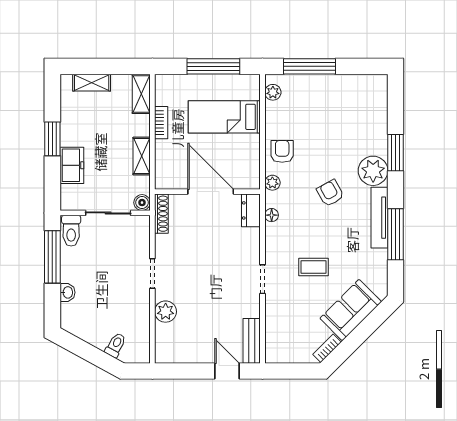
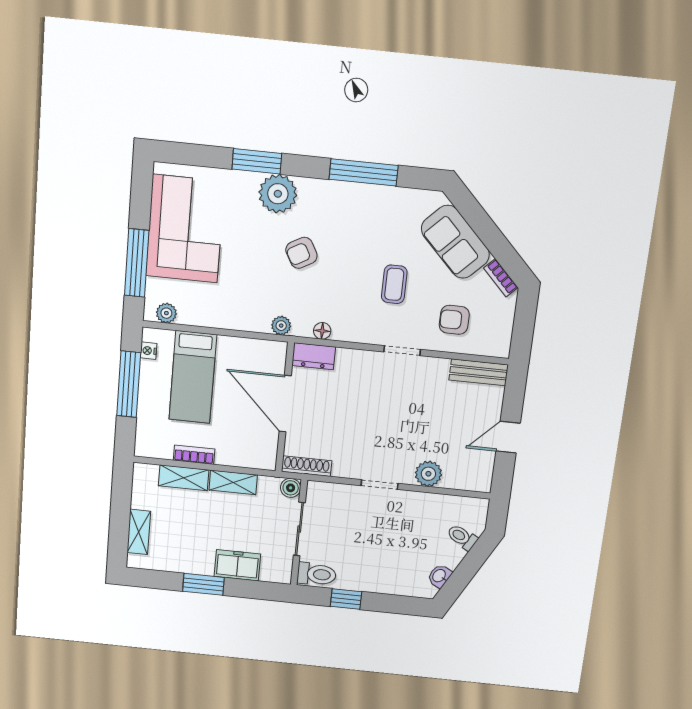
nightstand: (242, 80) -> (148, 351), added
shelving: (141, 94) -> (184, 478), moved
corner sofa: (339, 102) -> (185, 229), added
armchair: (282, 151) -> (454, 320), moved
door: (211, 192) -> (285, 404), hinge flipped
tv unit: (379, 218) -> (340, 191), removed
window: (52, 257) -> (346, 599), width x0.46
washbasin: (67, 292) -> (439, 576), moved, turned -61
door: (227, 371) -> (508, 437), moved

